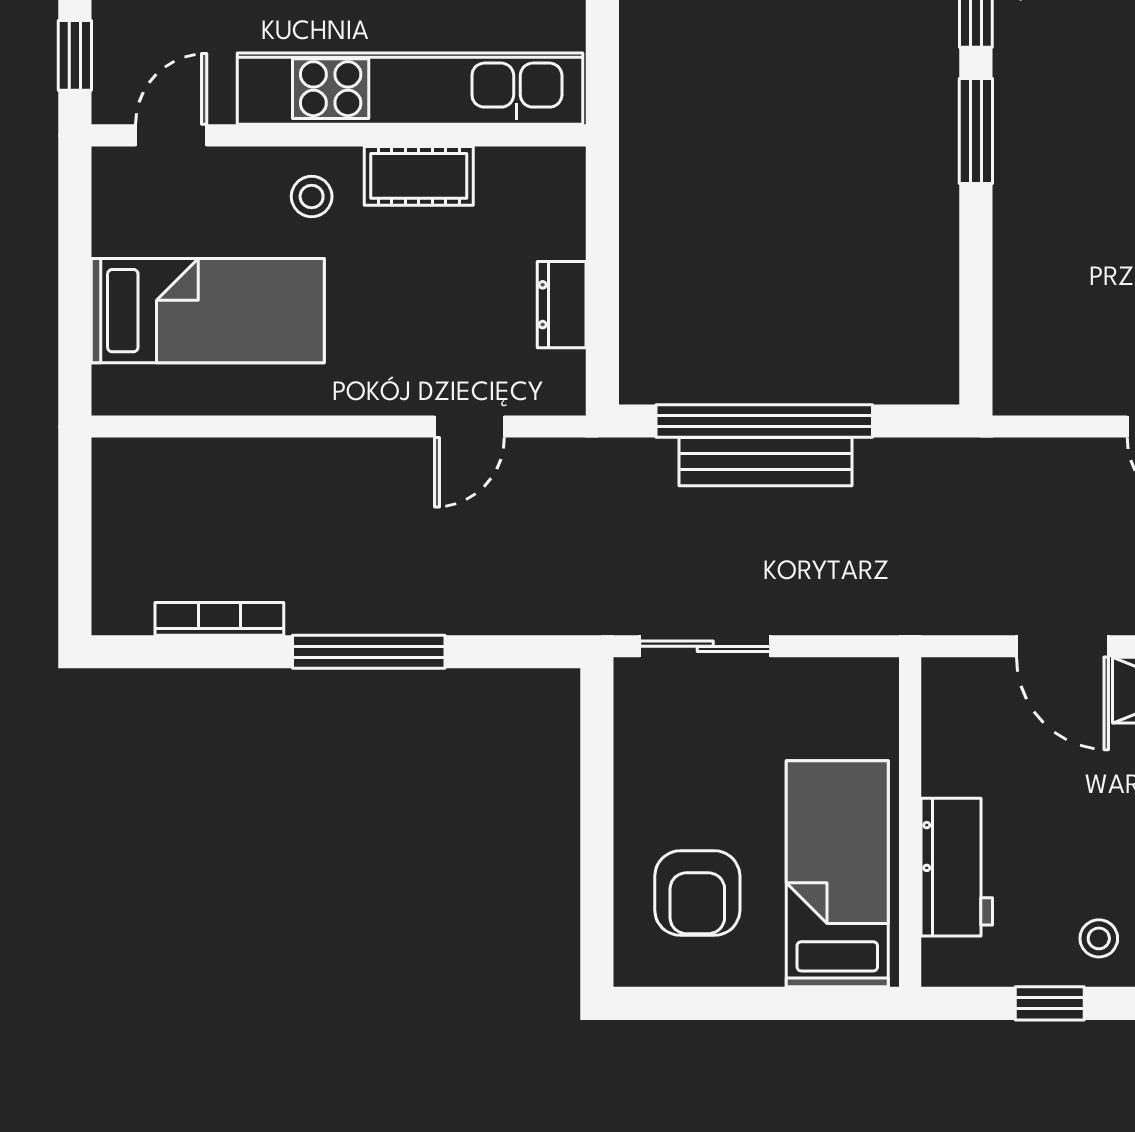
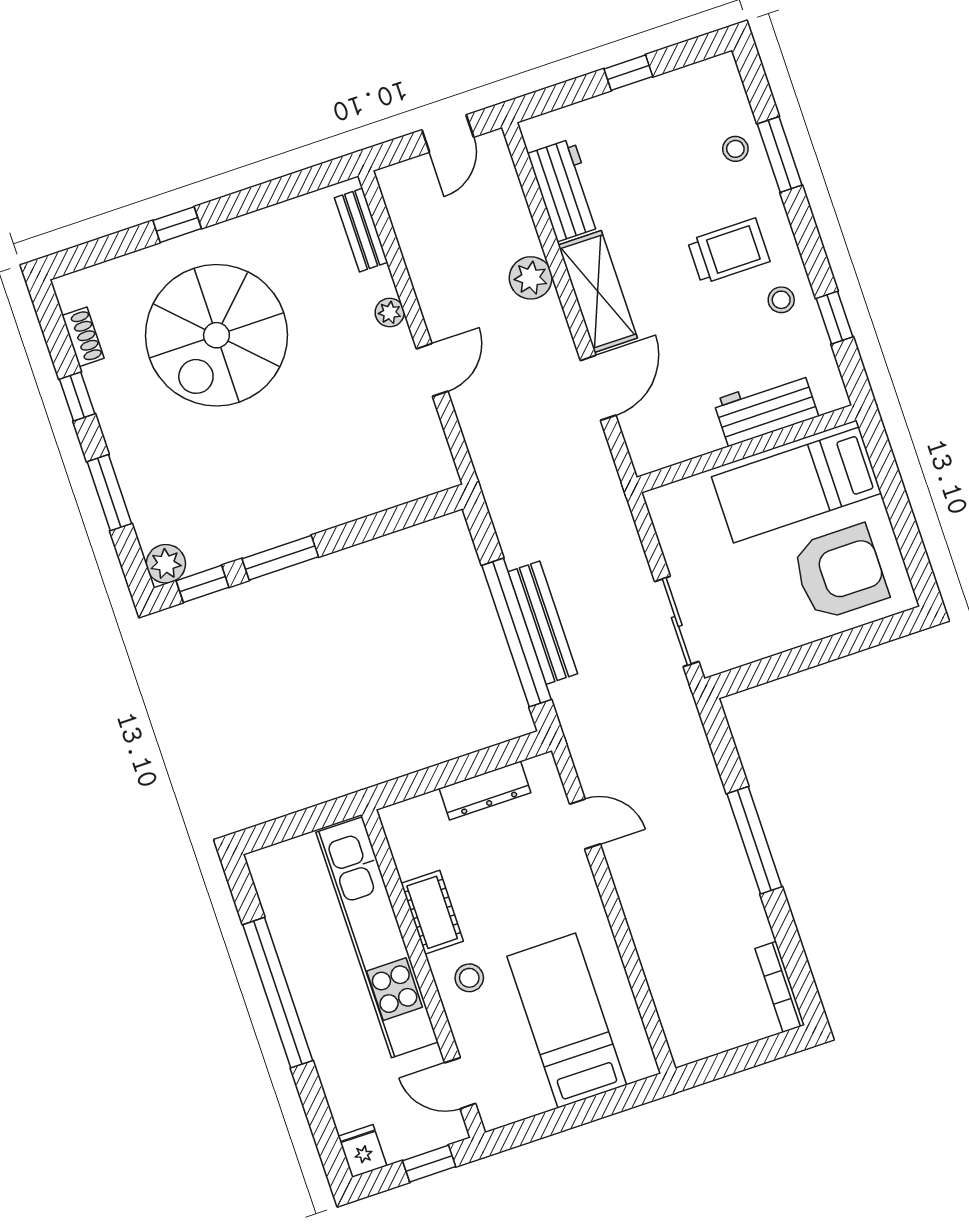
dresser: (562, 305) -> (485, 791), width x1.44
bookcase: (219, 619) -> (780, 987), moved
armchair: (697, 893) -> (840, 572), width x1.36, depth x1.36

